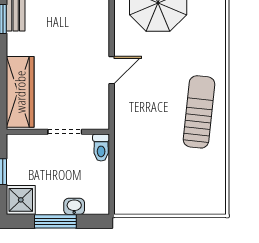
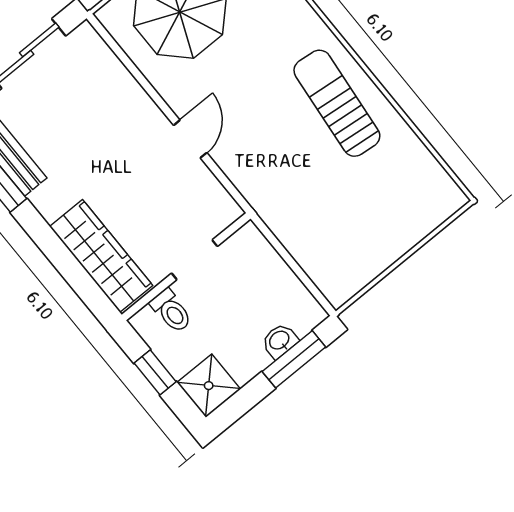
toilet: (101, 148) -> (171, 311), moved
window: (55, 221) -> (294, 359), moved

